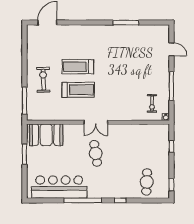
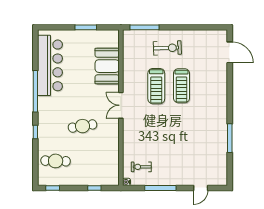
treadmill: (78, 67) -> (181, 86), turned 180
booth: (46, 135) -> (107, 66), moved
cafe table: (96, 153) -> (83, 126), moved

